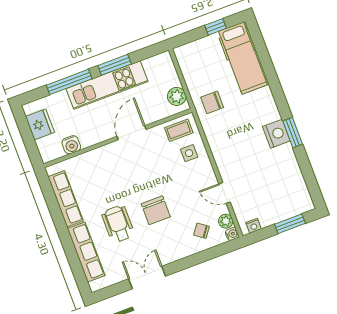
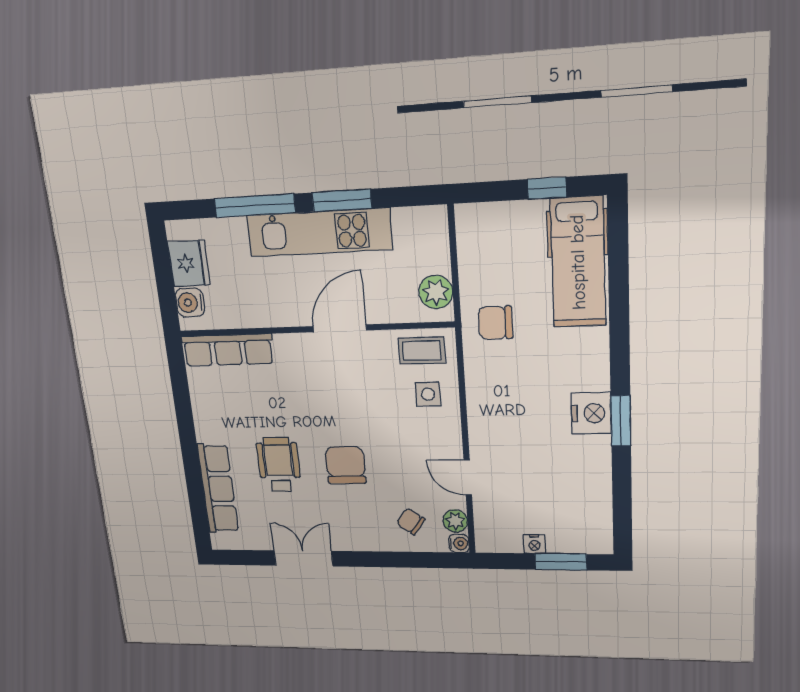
water cooler: (71, 145) -> (190, 303), moved, turned 90
row of seats: (66, 199) -> (228, 350), moved, turned 90
chair: (156, 210) -> (345, 465), turned 180
nightstand: (254, 226) -> (534, 544), moved

